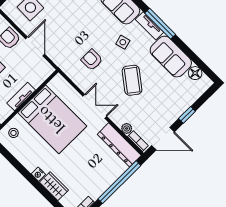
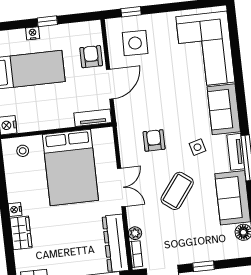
tv unit: (21, 97) -> (93, 118), moved

